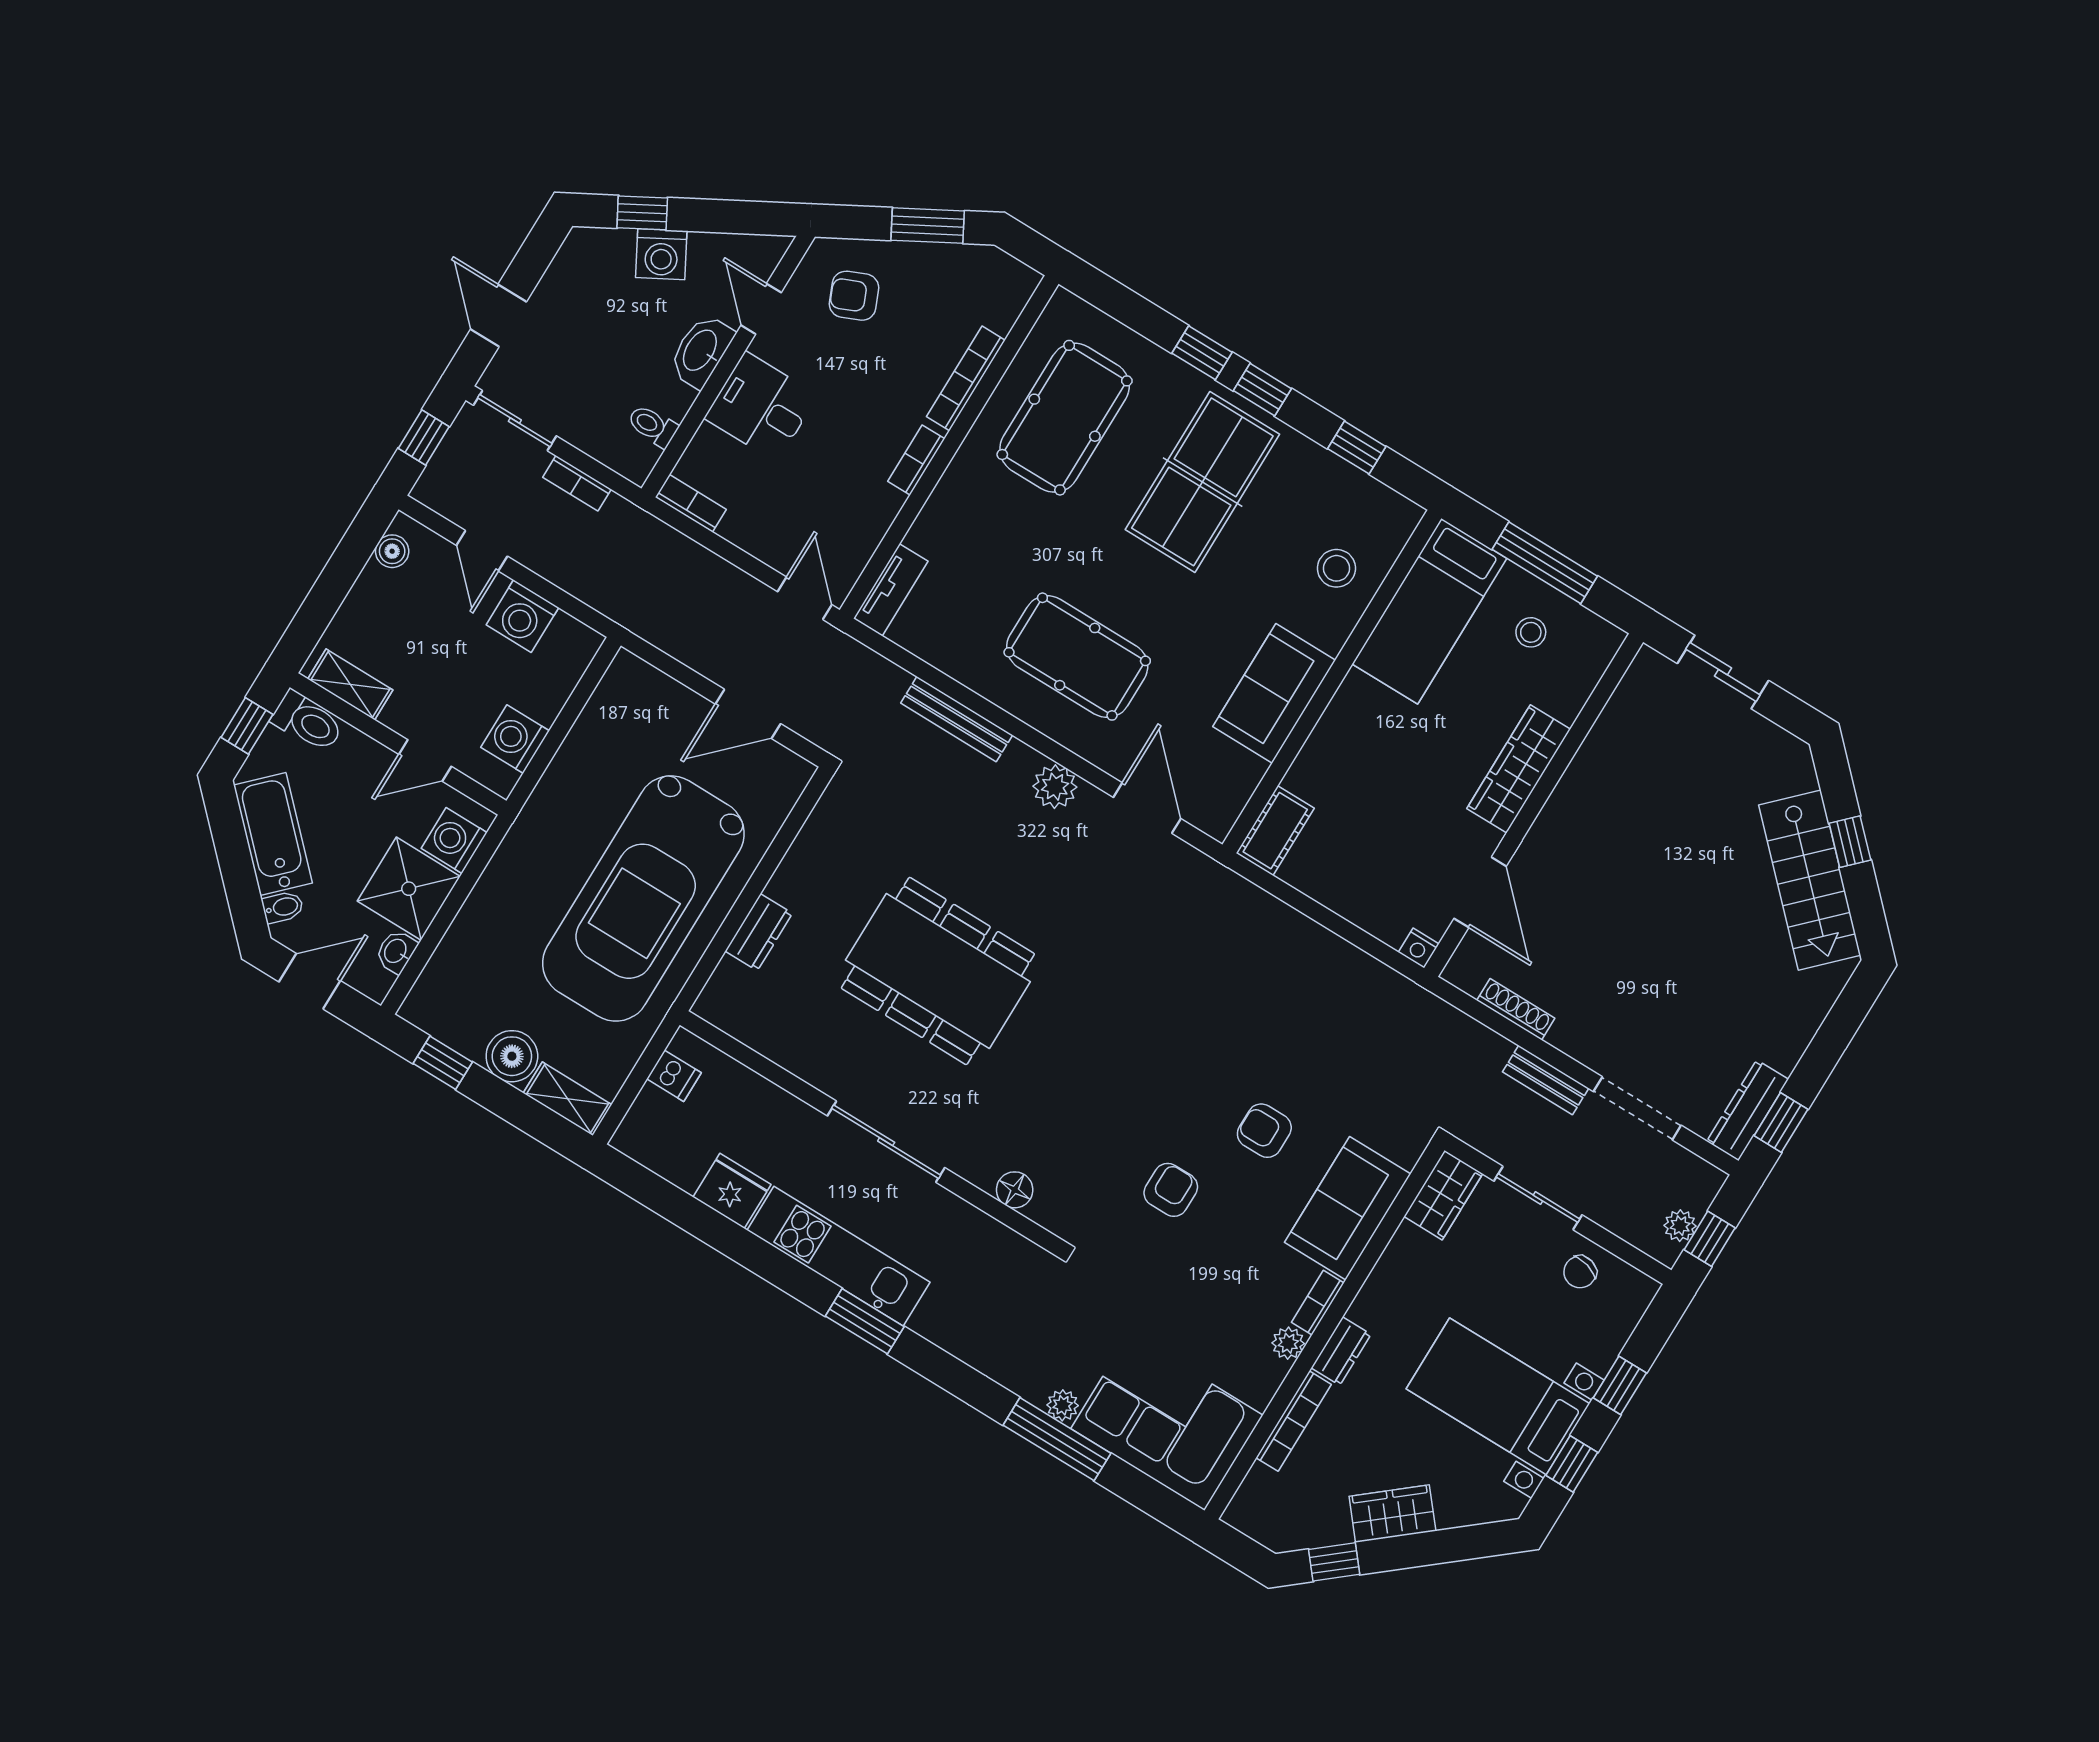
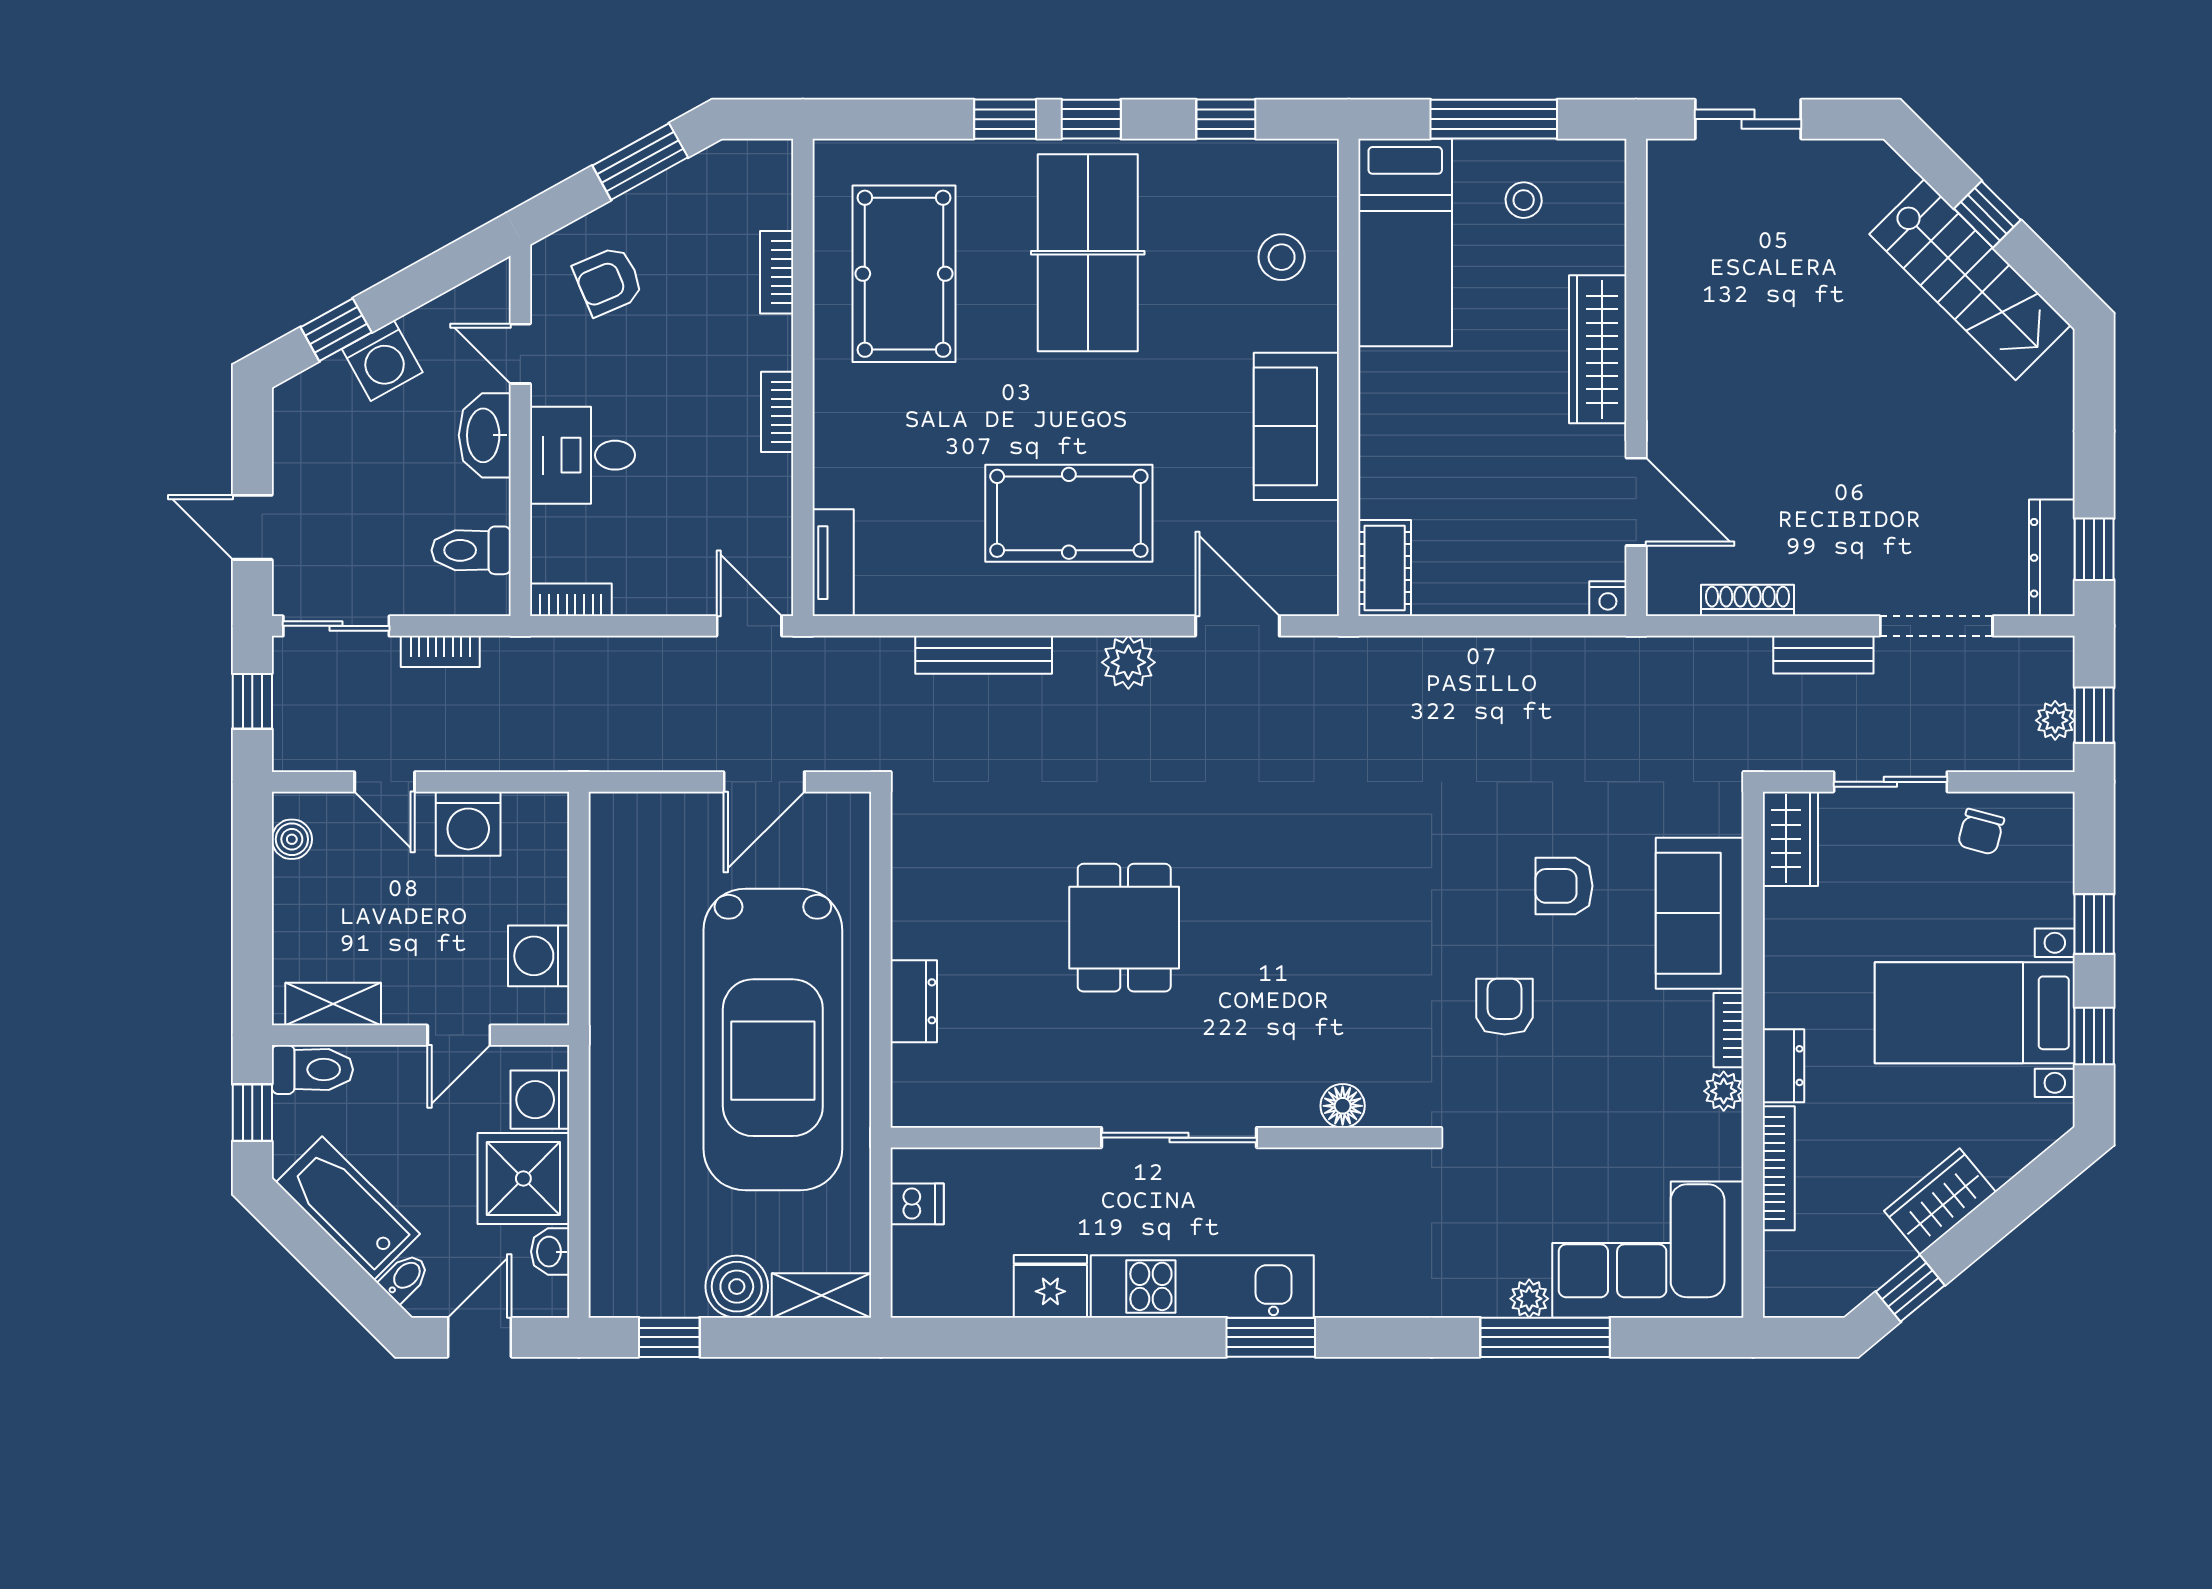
bookcase: (966, 378) -> (777, 272), width x0.64
toilet: (653, 426) -> (471, 550), width x1.37, depth x1.39
dining table: (938, 971) -> (1124, 928), width x0.53, depth x0.80

